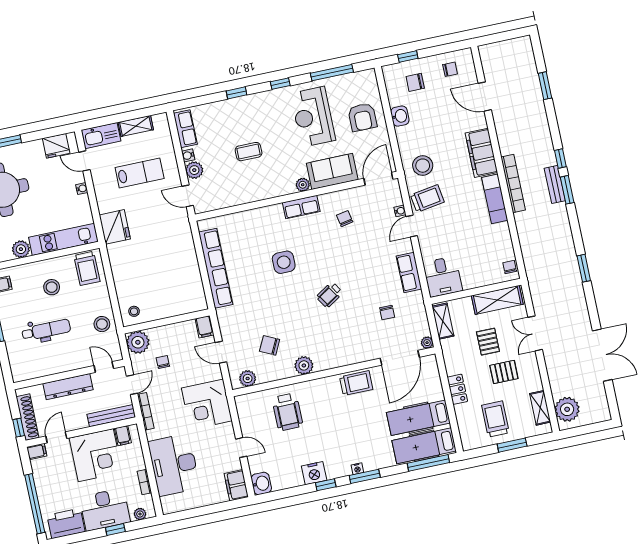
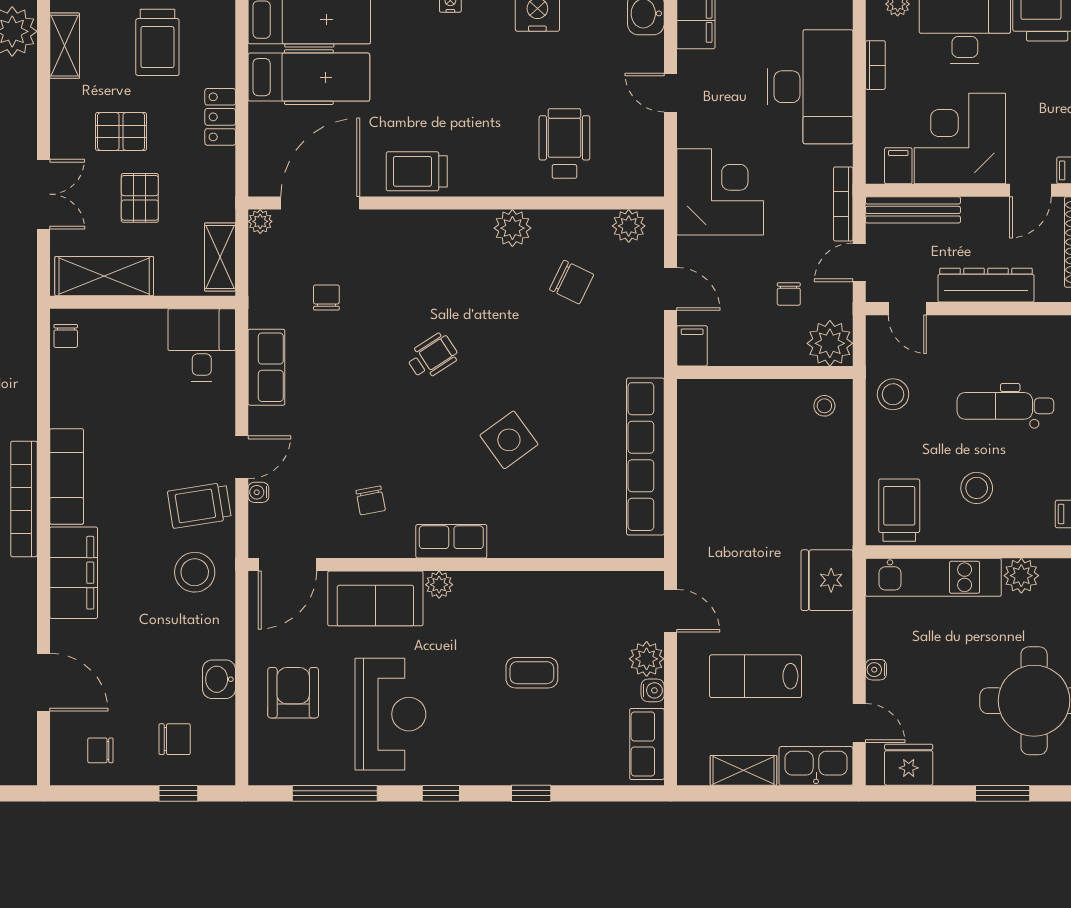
side table: (284, 262) -> (509, 440), turned -36

